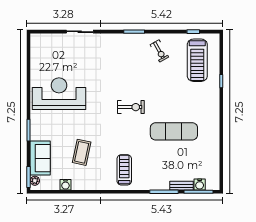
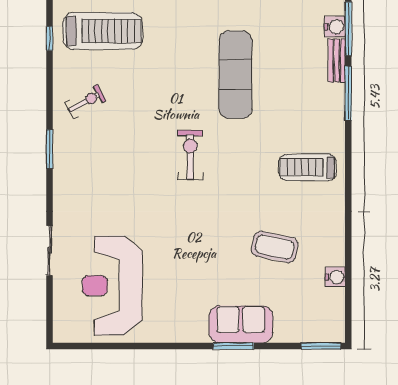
reception desk: (59, 94) -> (112, 286), moved
sofa: (40, 158) -> (241, 324), moved
plant: (35, 181) -> (328, 334), removed

